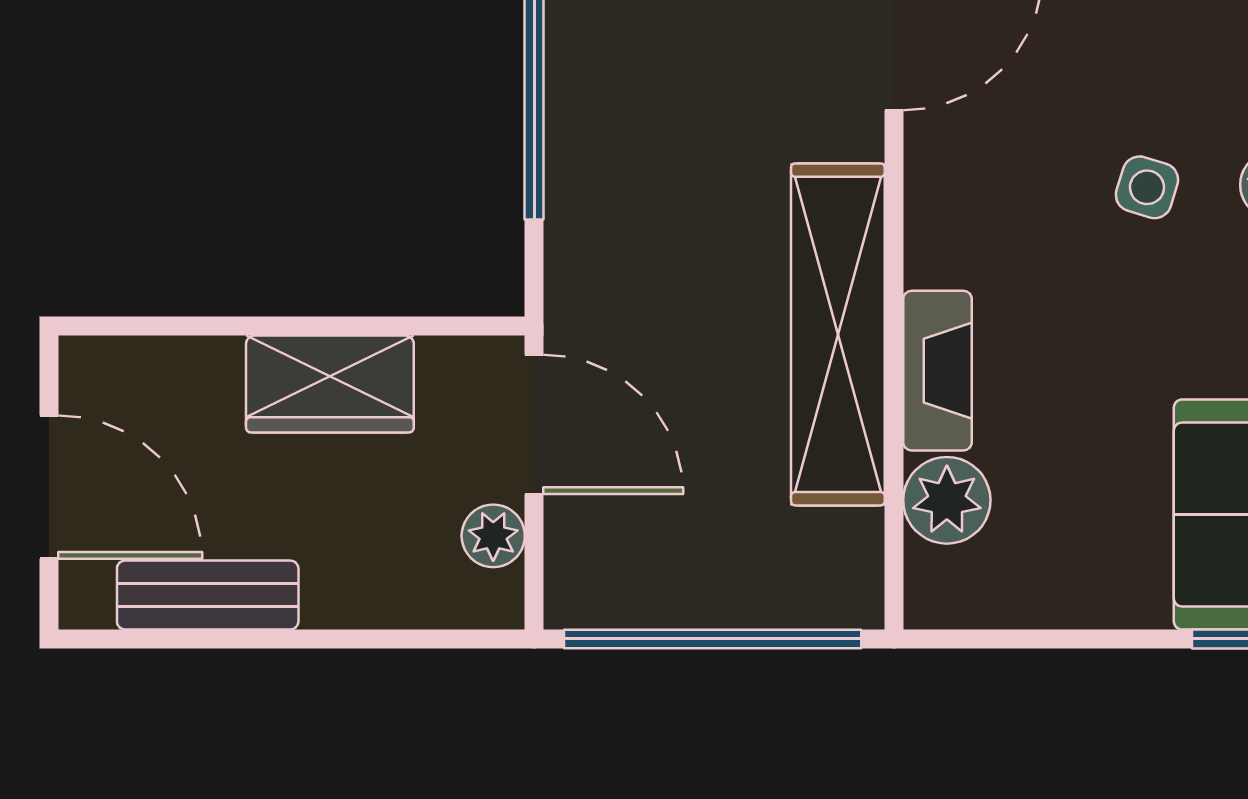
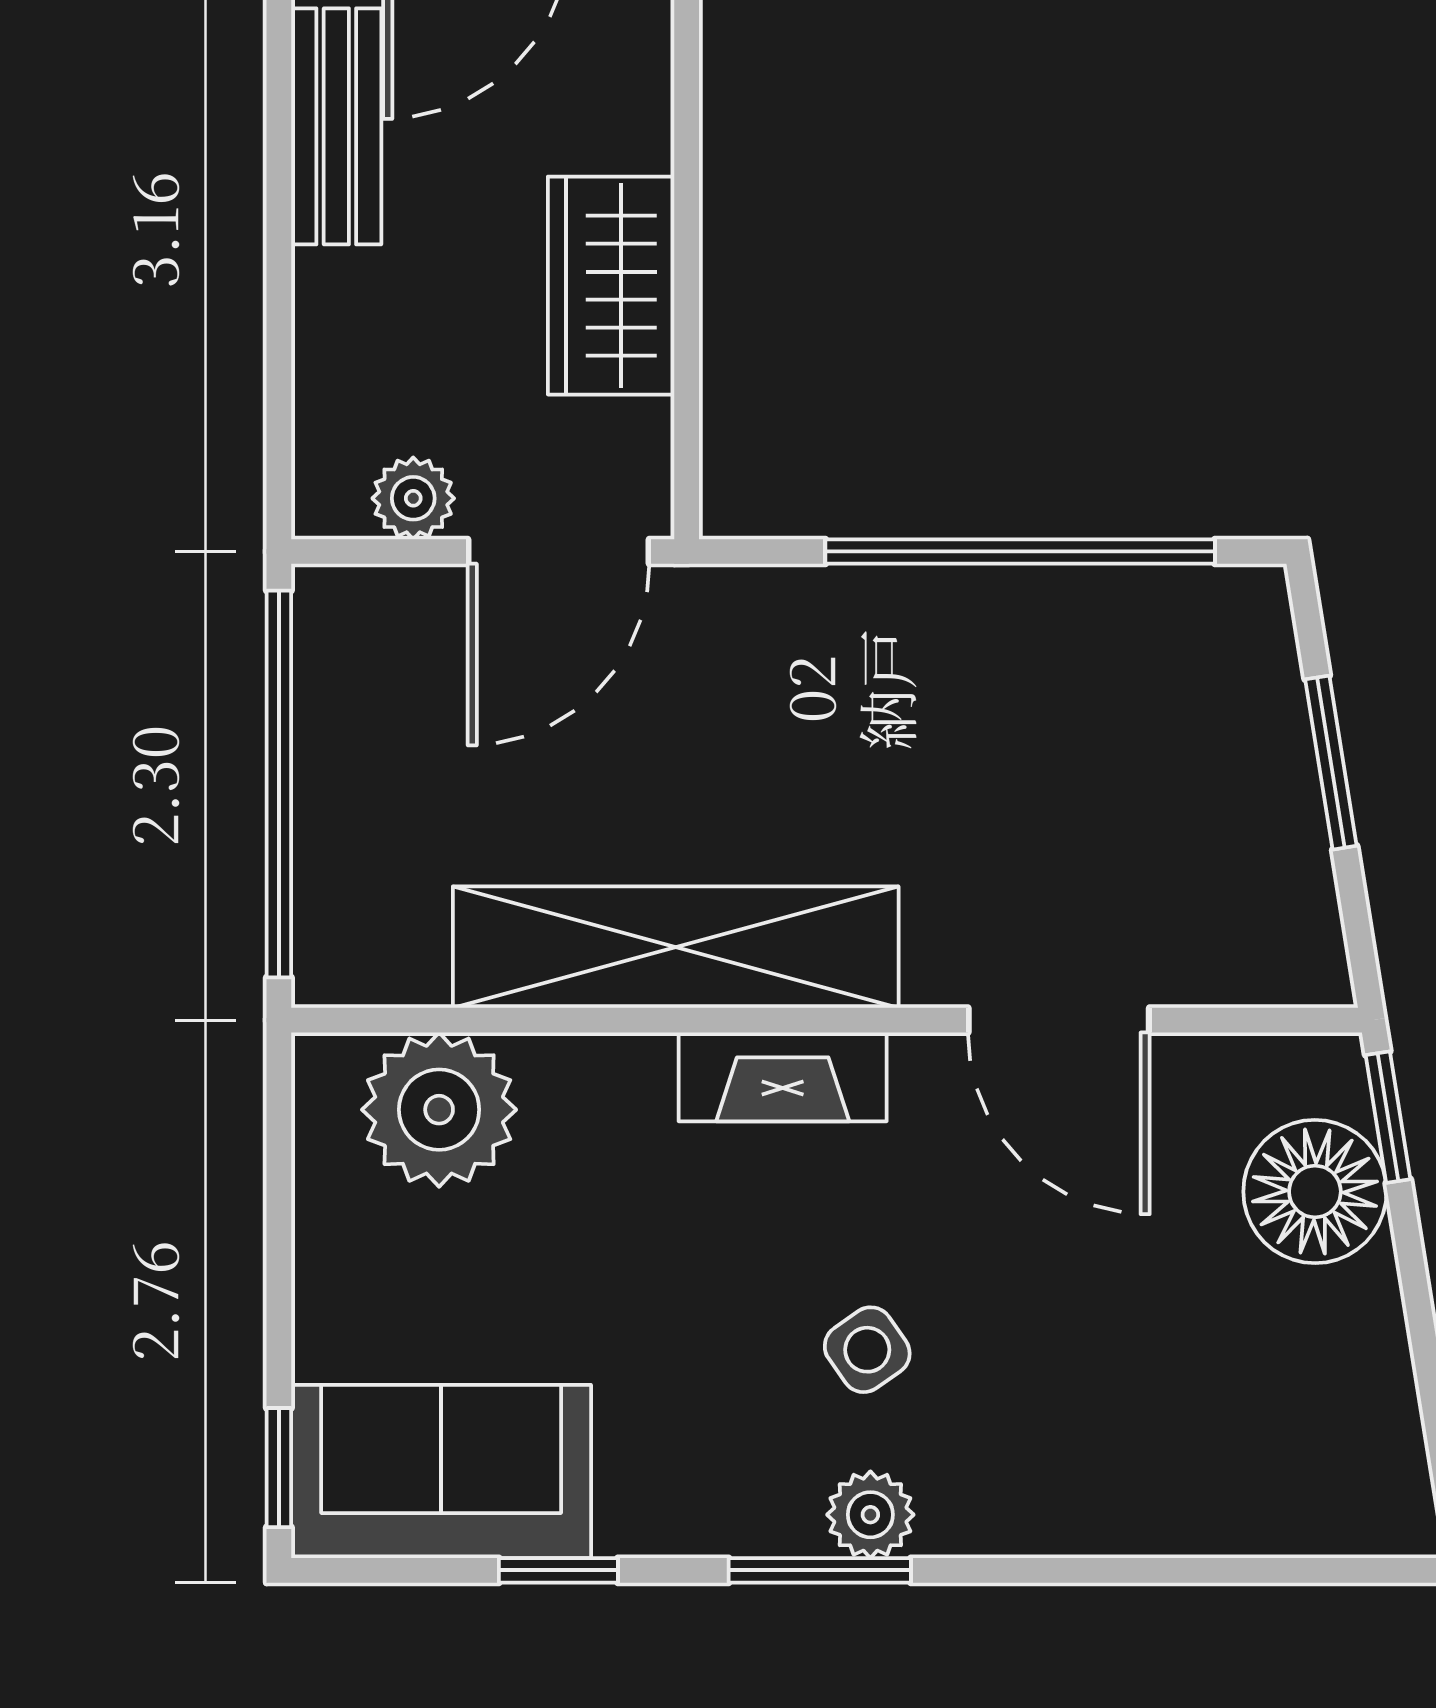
side table: (1147, 187) -> (867, 1350), turned 38
fireplace: (937, 371) -> (783, 1077), moved
plant: (947, 500) -> (439, 1110), width x1.36, depth x1.36

